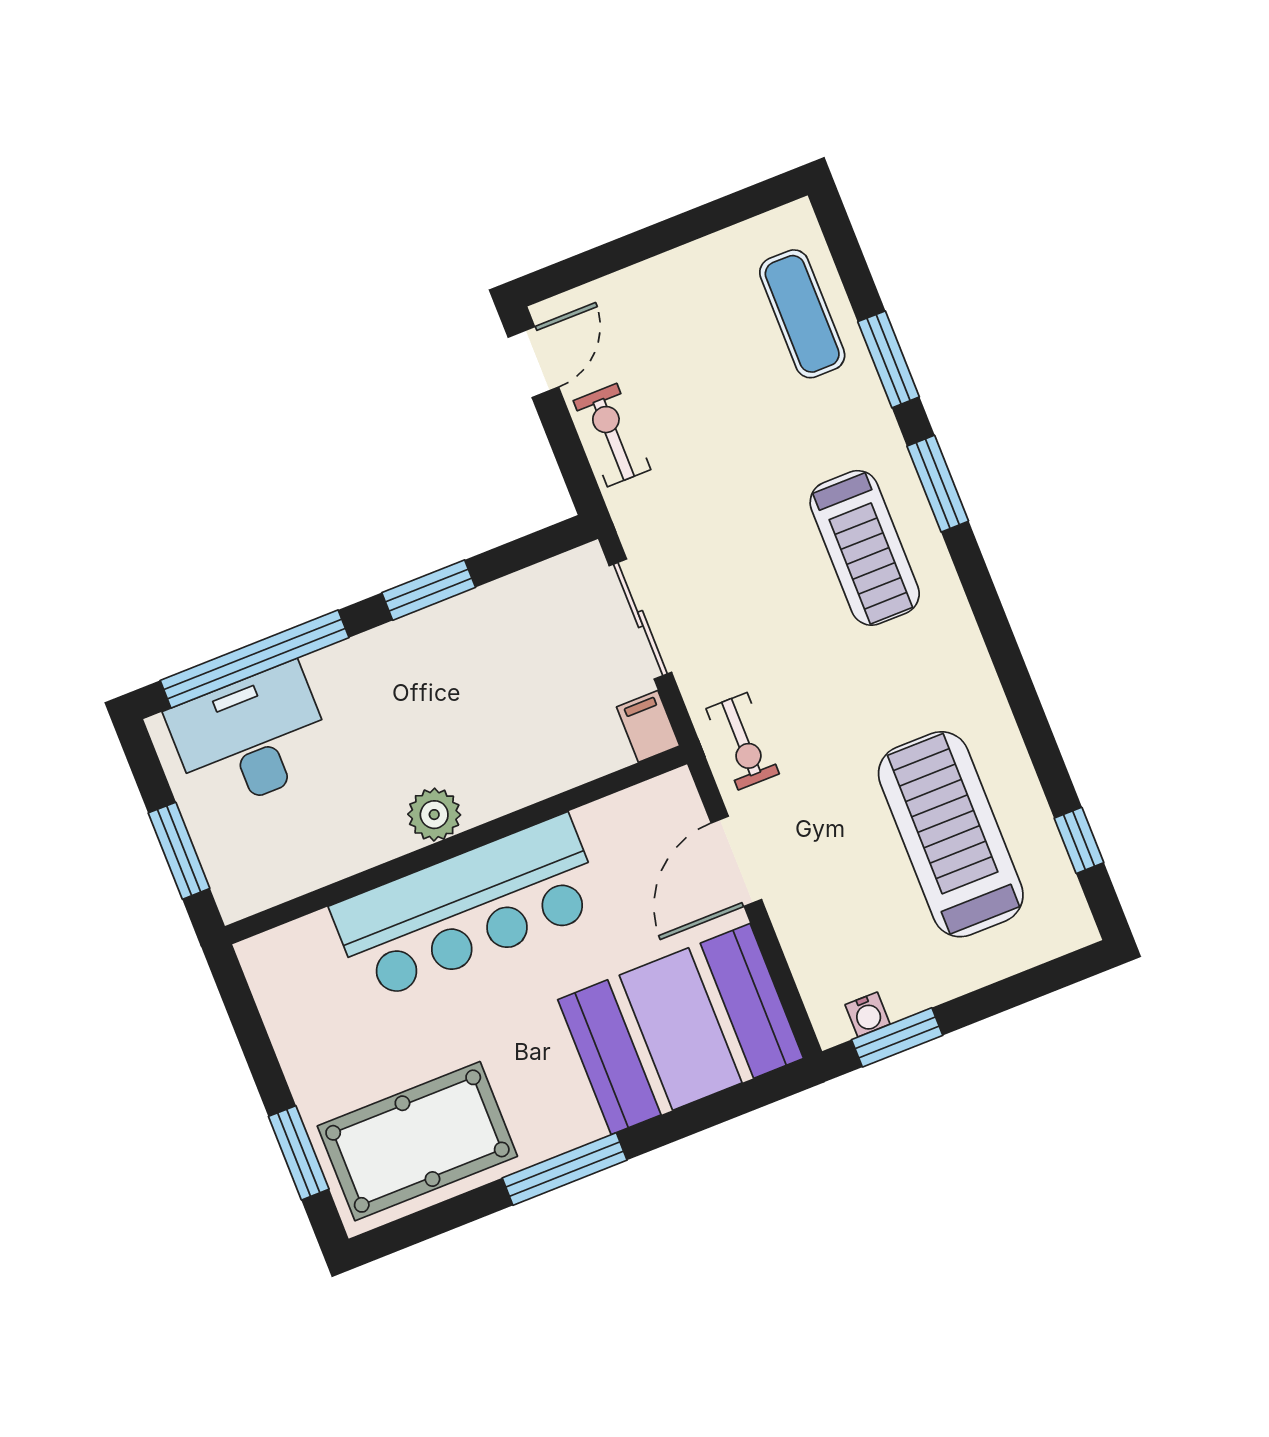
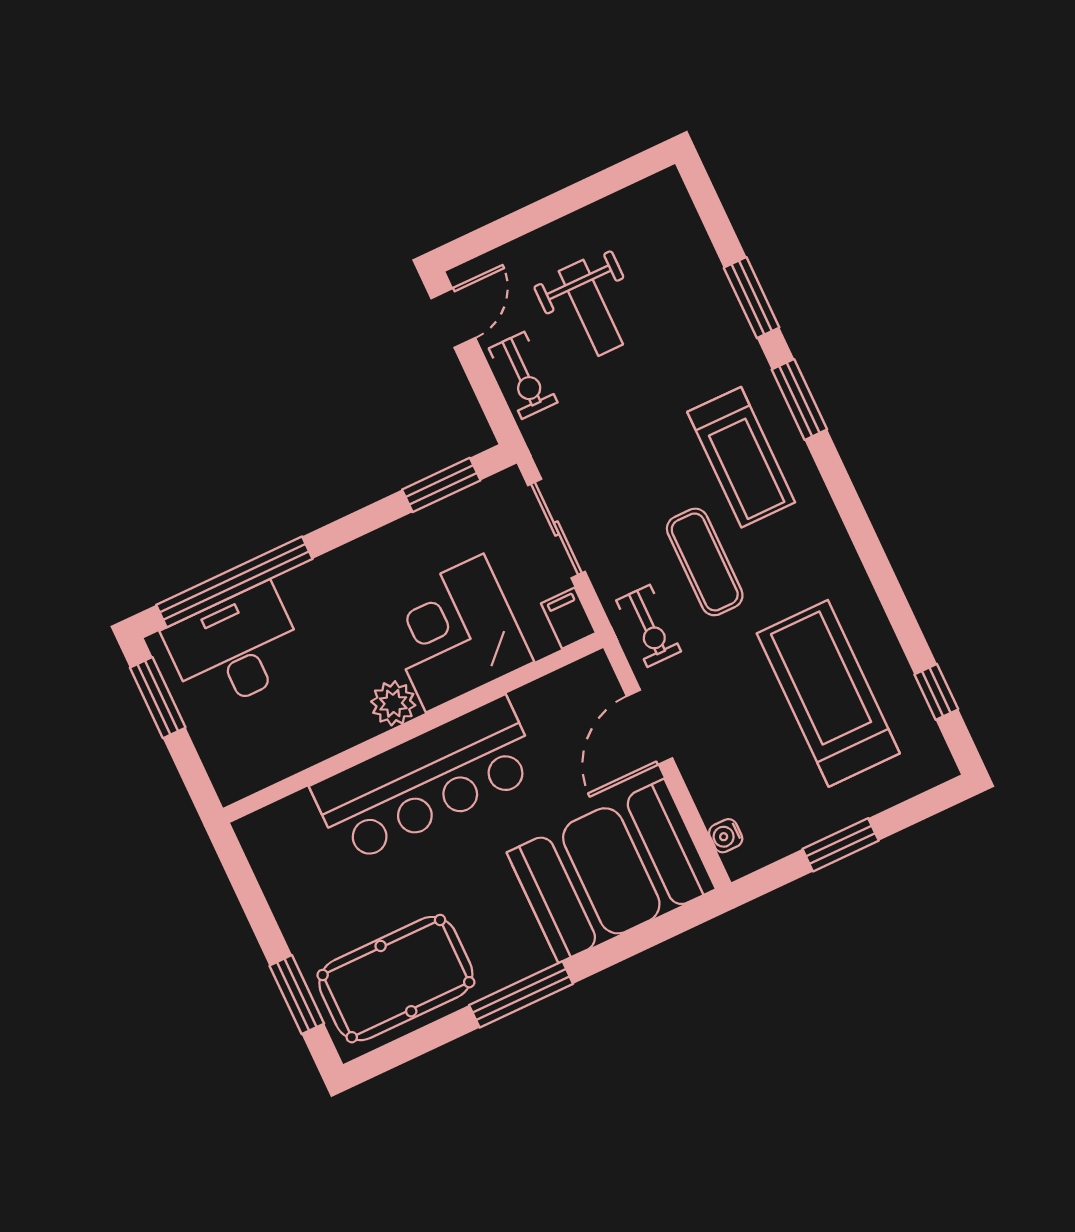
exercise mat: (802, 314) -> (705, 562), moved
weight bench: (697, 360) -> (591, 308), added
exercise bike: (612, 435) -> (523, 375), turned 180
window: (429, 590) -> (441, 485), moved
corner desk: (512, 736) -> (455, 633), added
window: (179, 851) -> (158, 698), moved
water cooler: (868, 1014) -> (726, 836), moved, turned 90
window: (897, 1037) -> (841, 845), moved

